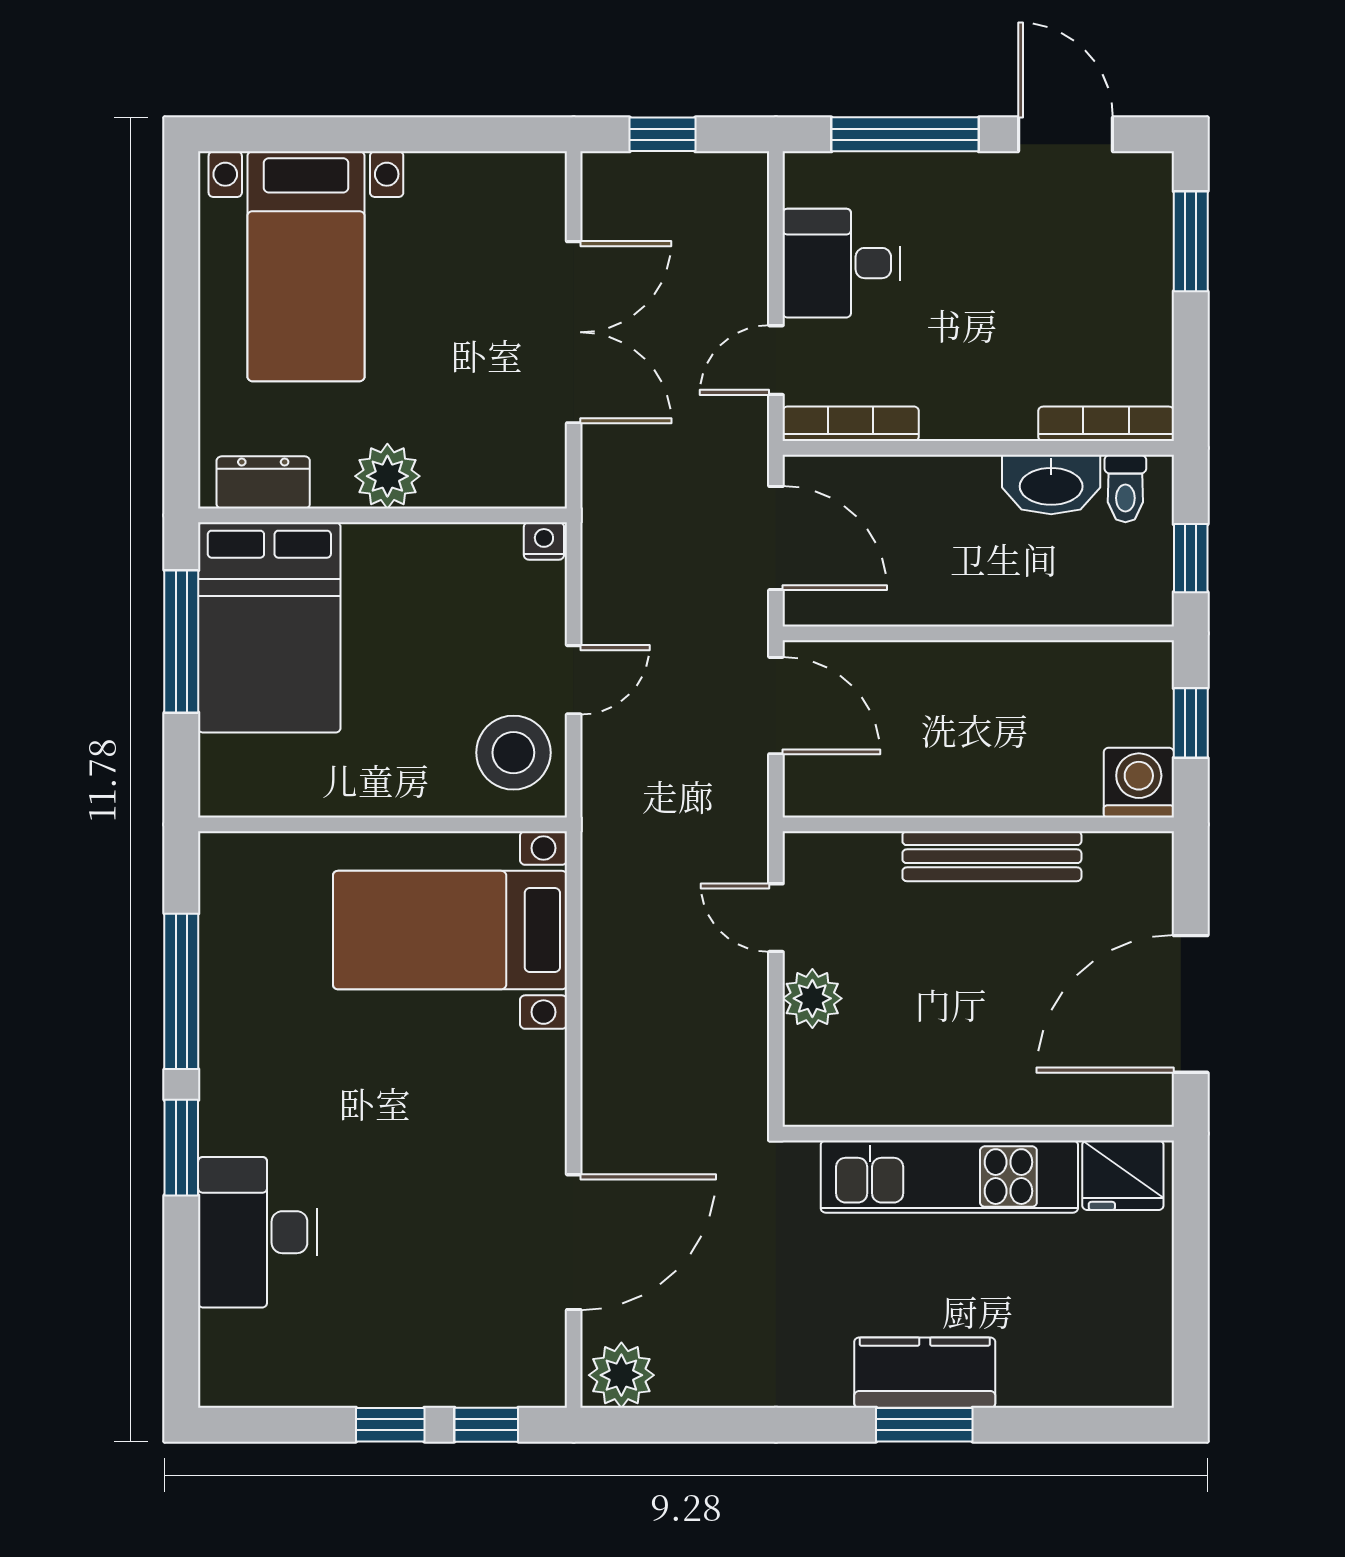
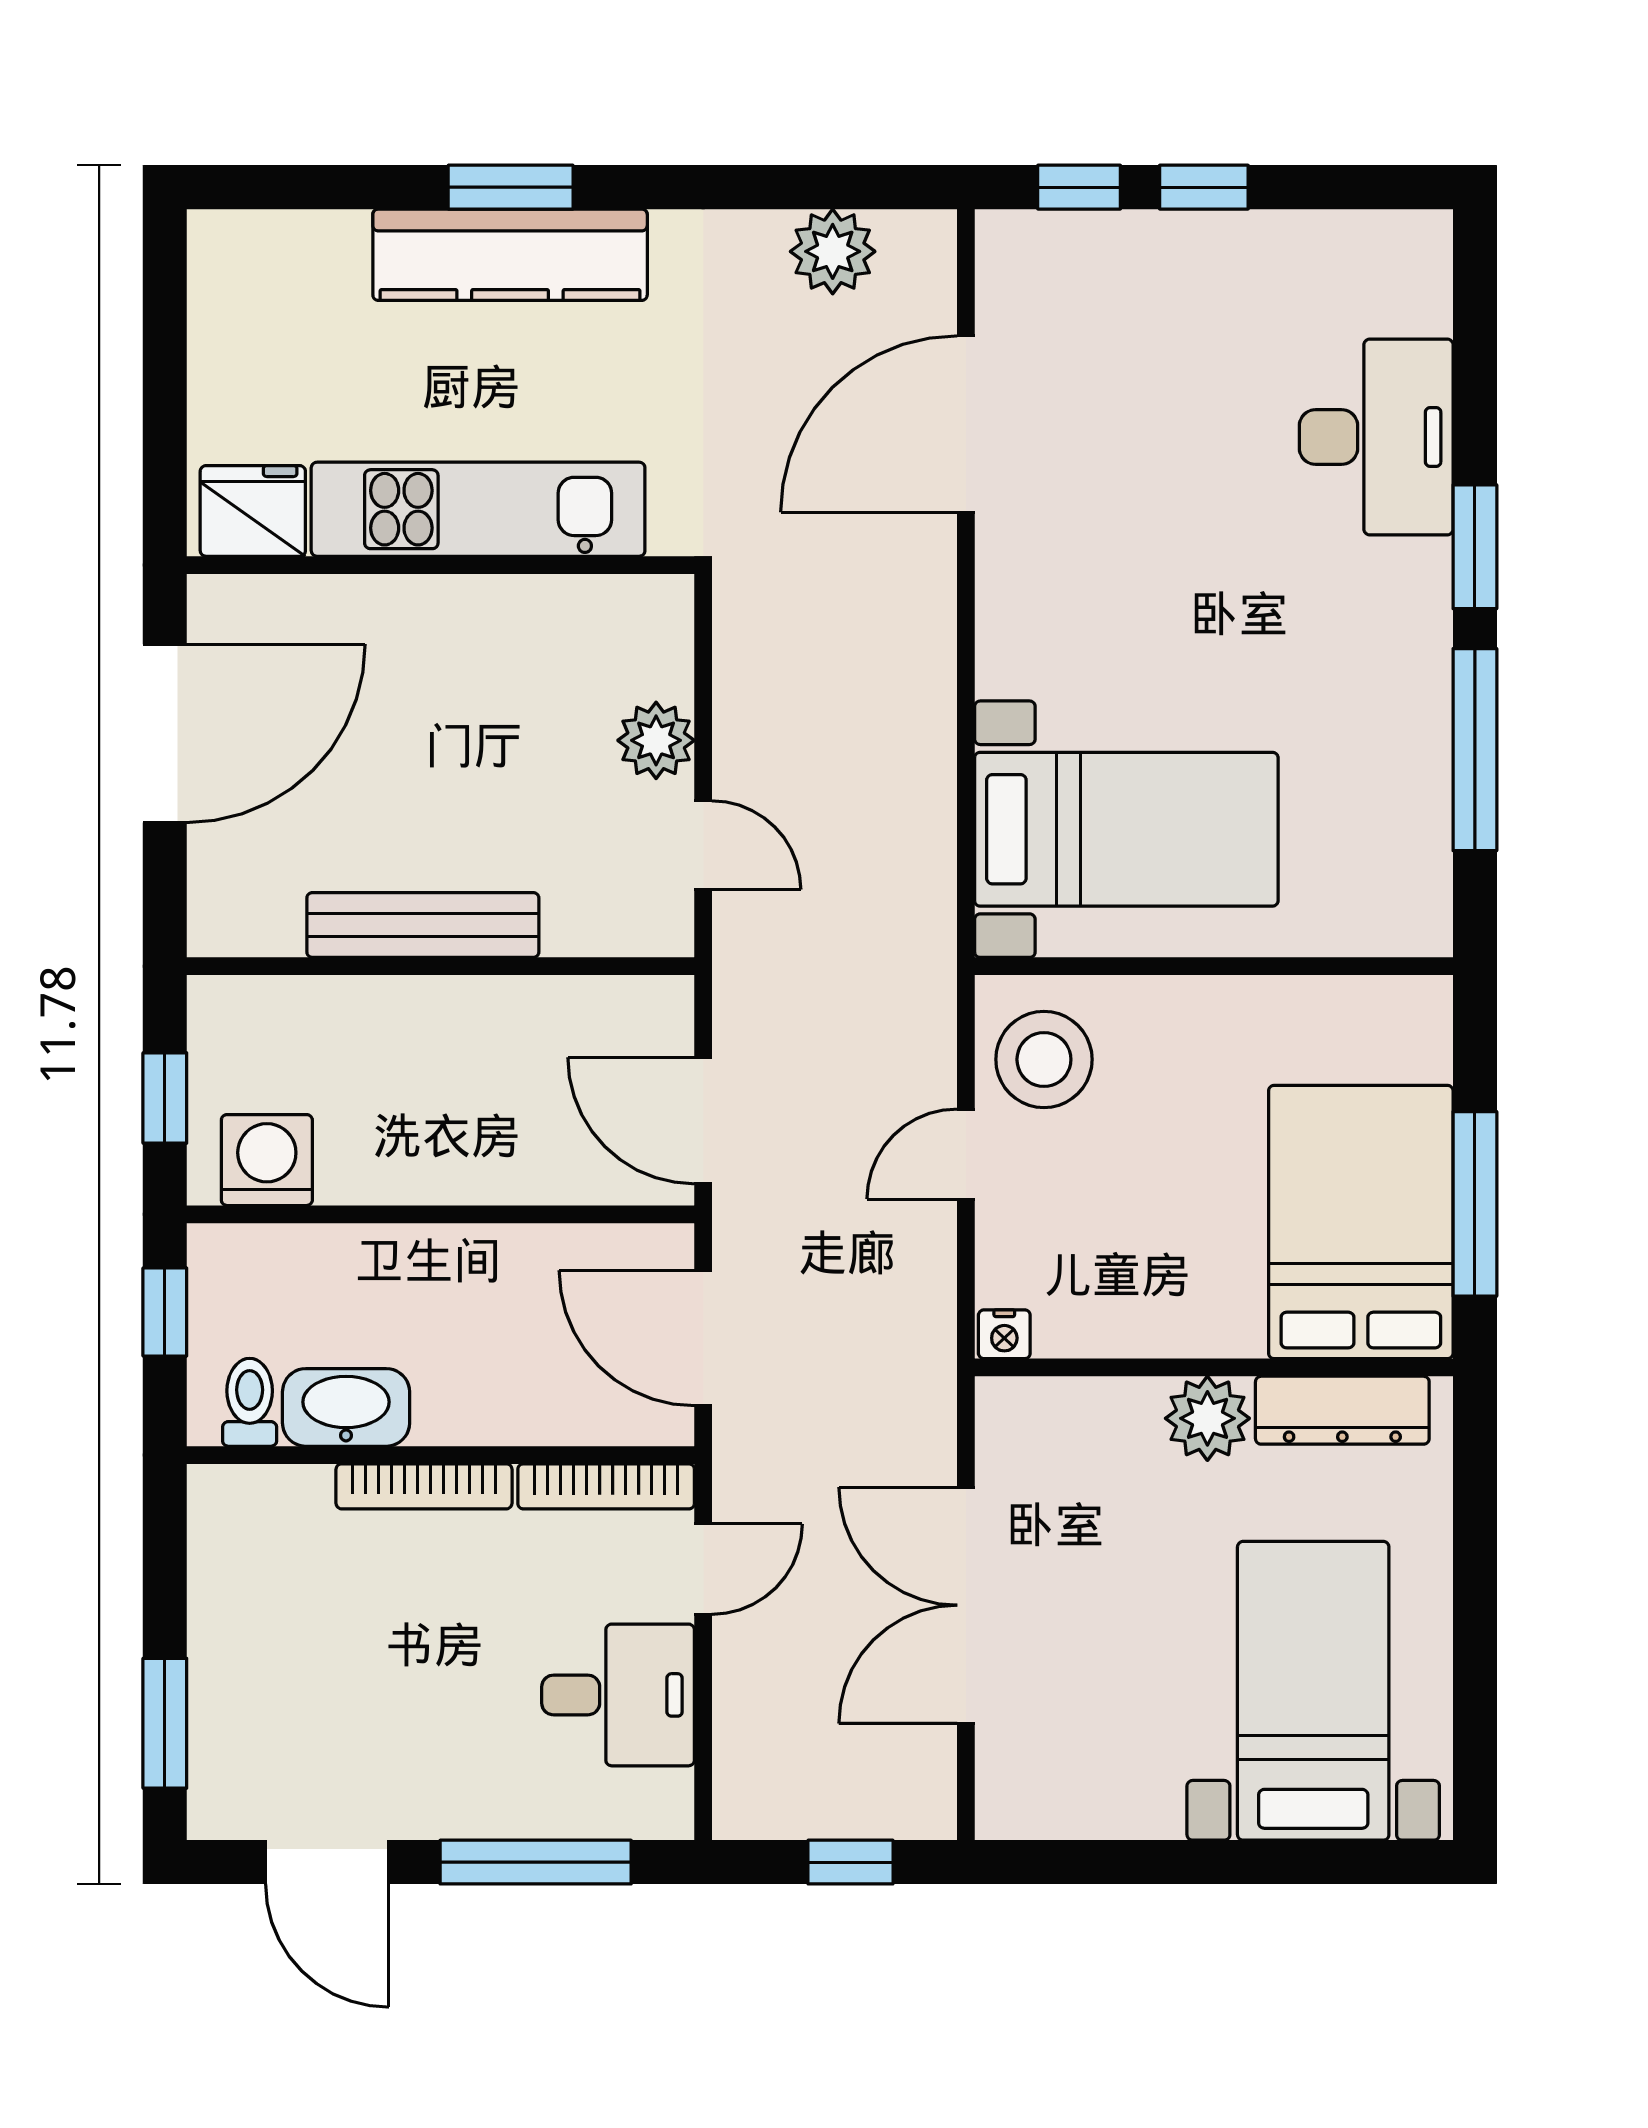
bookcase: (1106, 424) -> (424, 1486), moved
dresser: (263, 482) -> (1342, 1410), width x1.44
washing machine: (1139, 783) -> (267, 1160), moved, turned 180
kitchen counter: (925, 1373) -> (510, 255), width x1.50
plant: (621, 1375) -> (833, 251), moved

